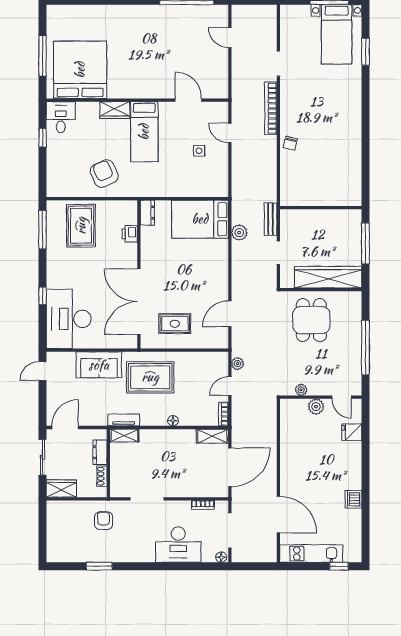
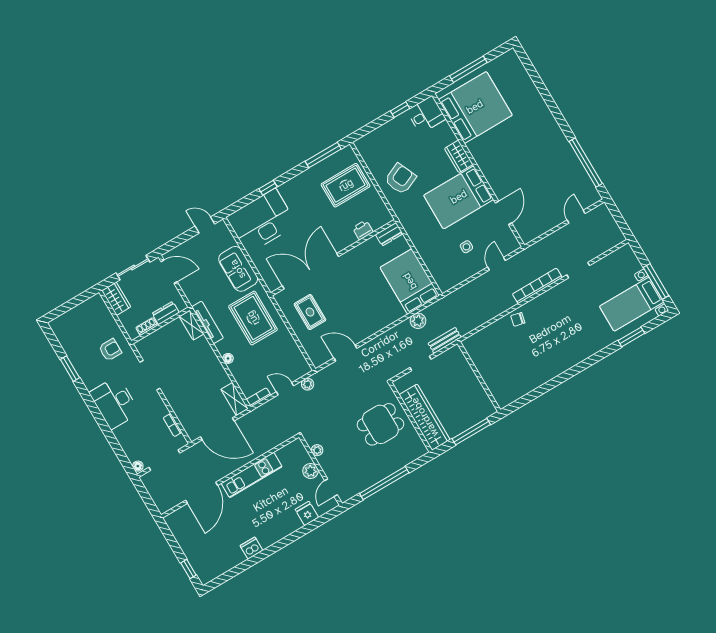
bed: (144, 132) -> (459, 197), width x1.50
tv unit: (124, 420) -> (208, 322), width x1.41
desk: (178, 545) -> (114, 403), moved
kitchen unit: (311, 554) -> (252, 475), moved, turned 90

